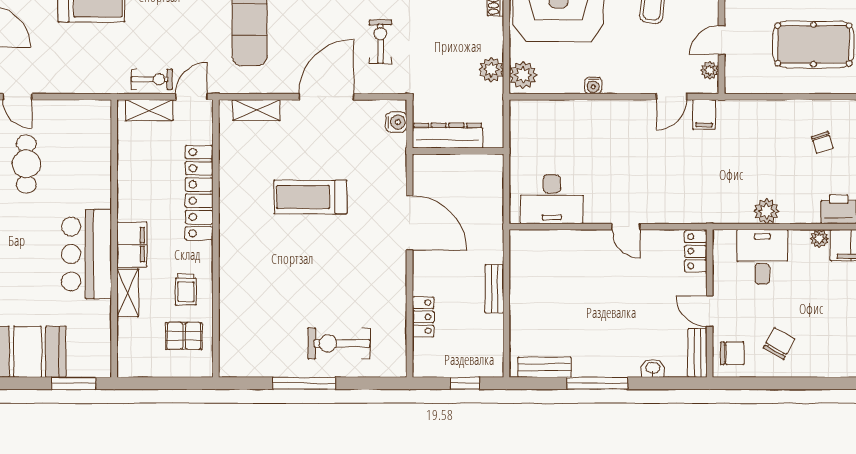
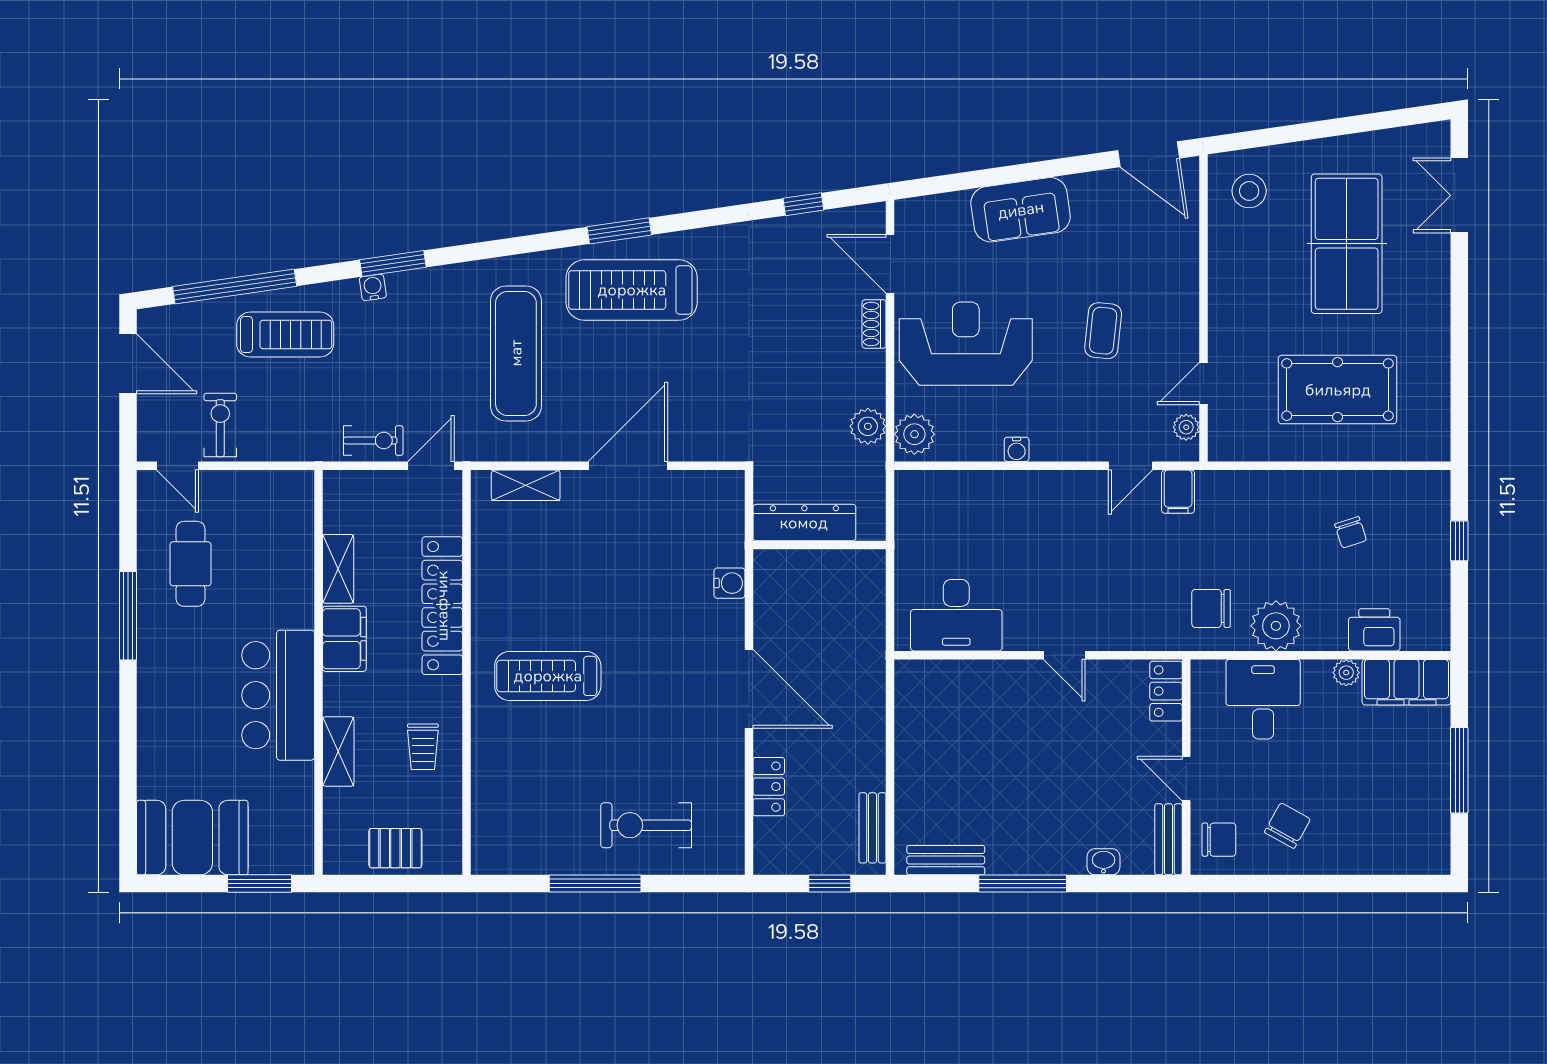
exercise bike: (380, 42) -> (220, 425), moved
shelving: (149, 110) -> (338, 569), moved, turned 90
water cooler: (396, 122) -> (729, 583), moved
chair: (727, 195) -> (1211, 608), added
treadmill: (310, 197) -> (548, 676), moved
plant: (767, 211) -> (1276, 626), width x1.36, depth x1.36
door: (410, 223) -> (749, 689), moved
filing cabinet: (132, 245) -> (344, 639), moved
bench: (494, 289) -> (872, 828), moved
pallet: (184, 336) -> (395, 848), moved

